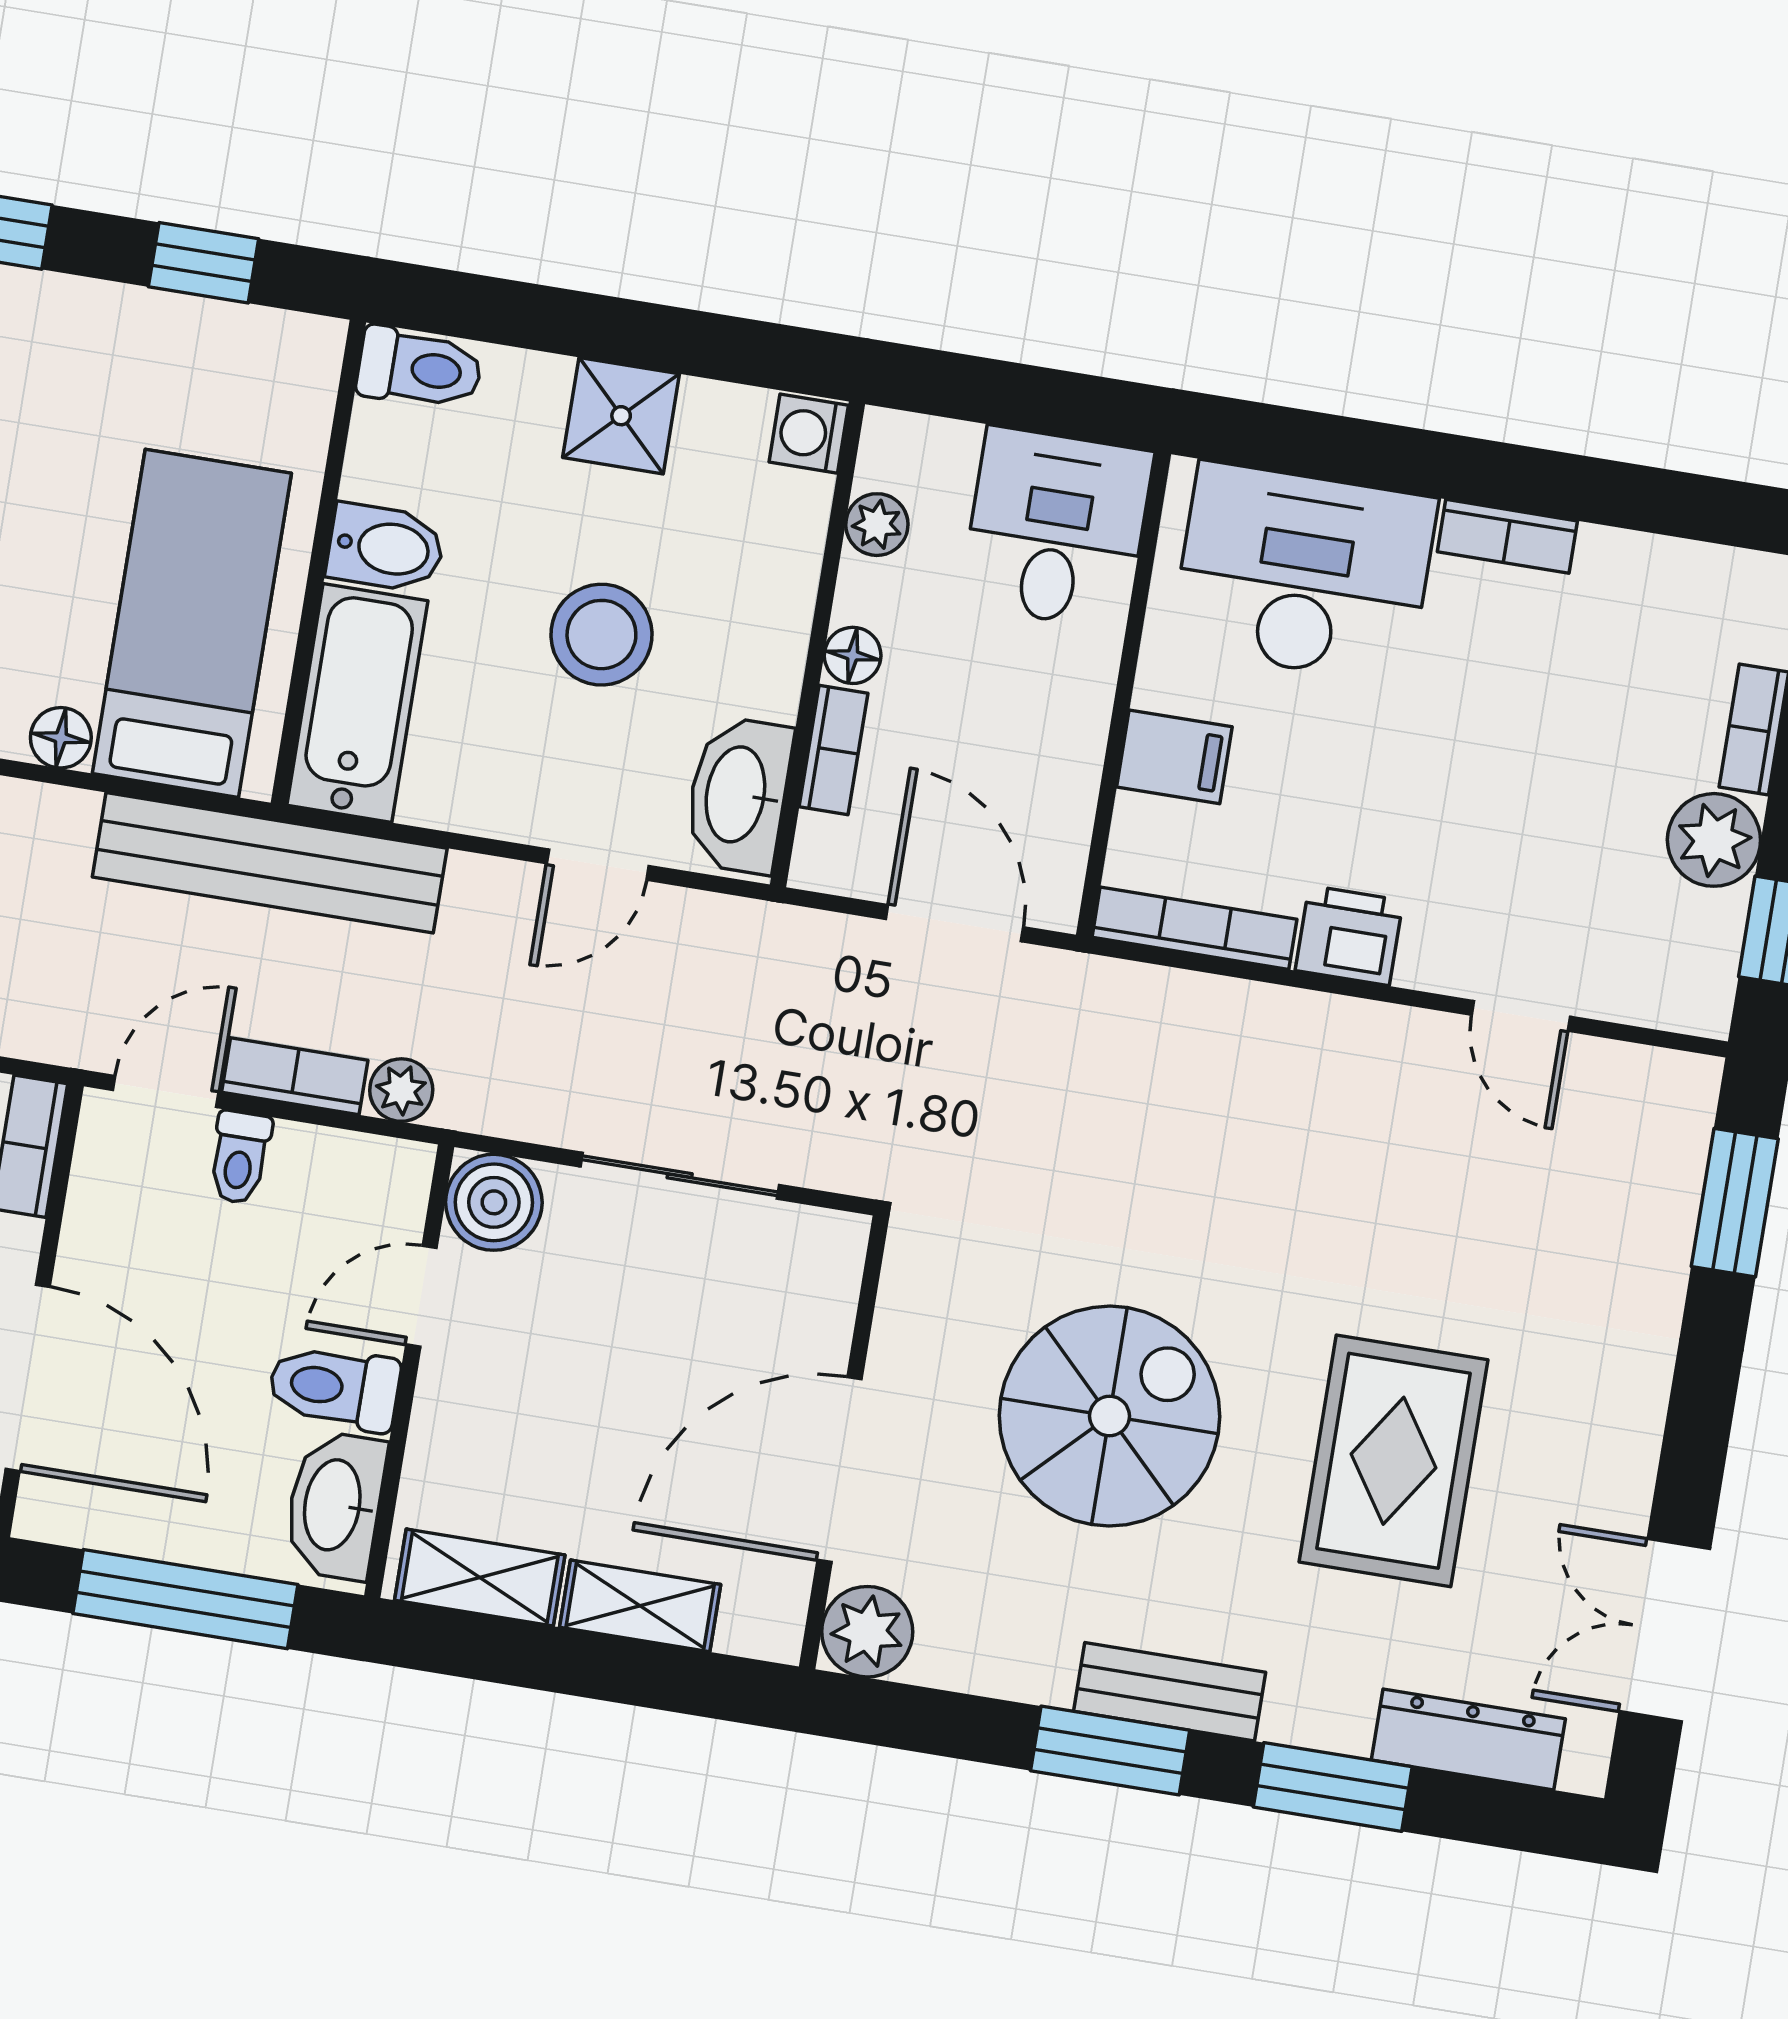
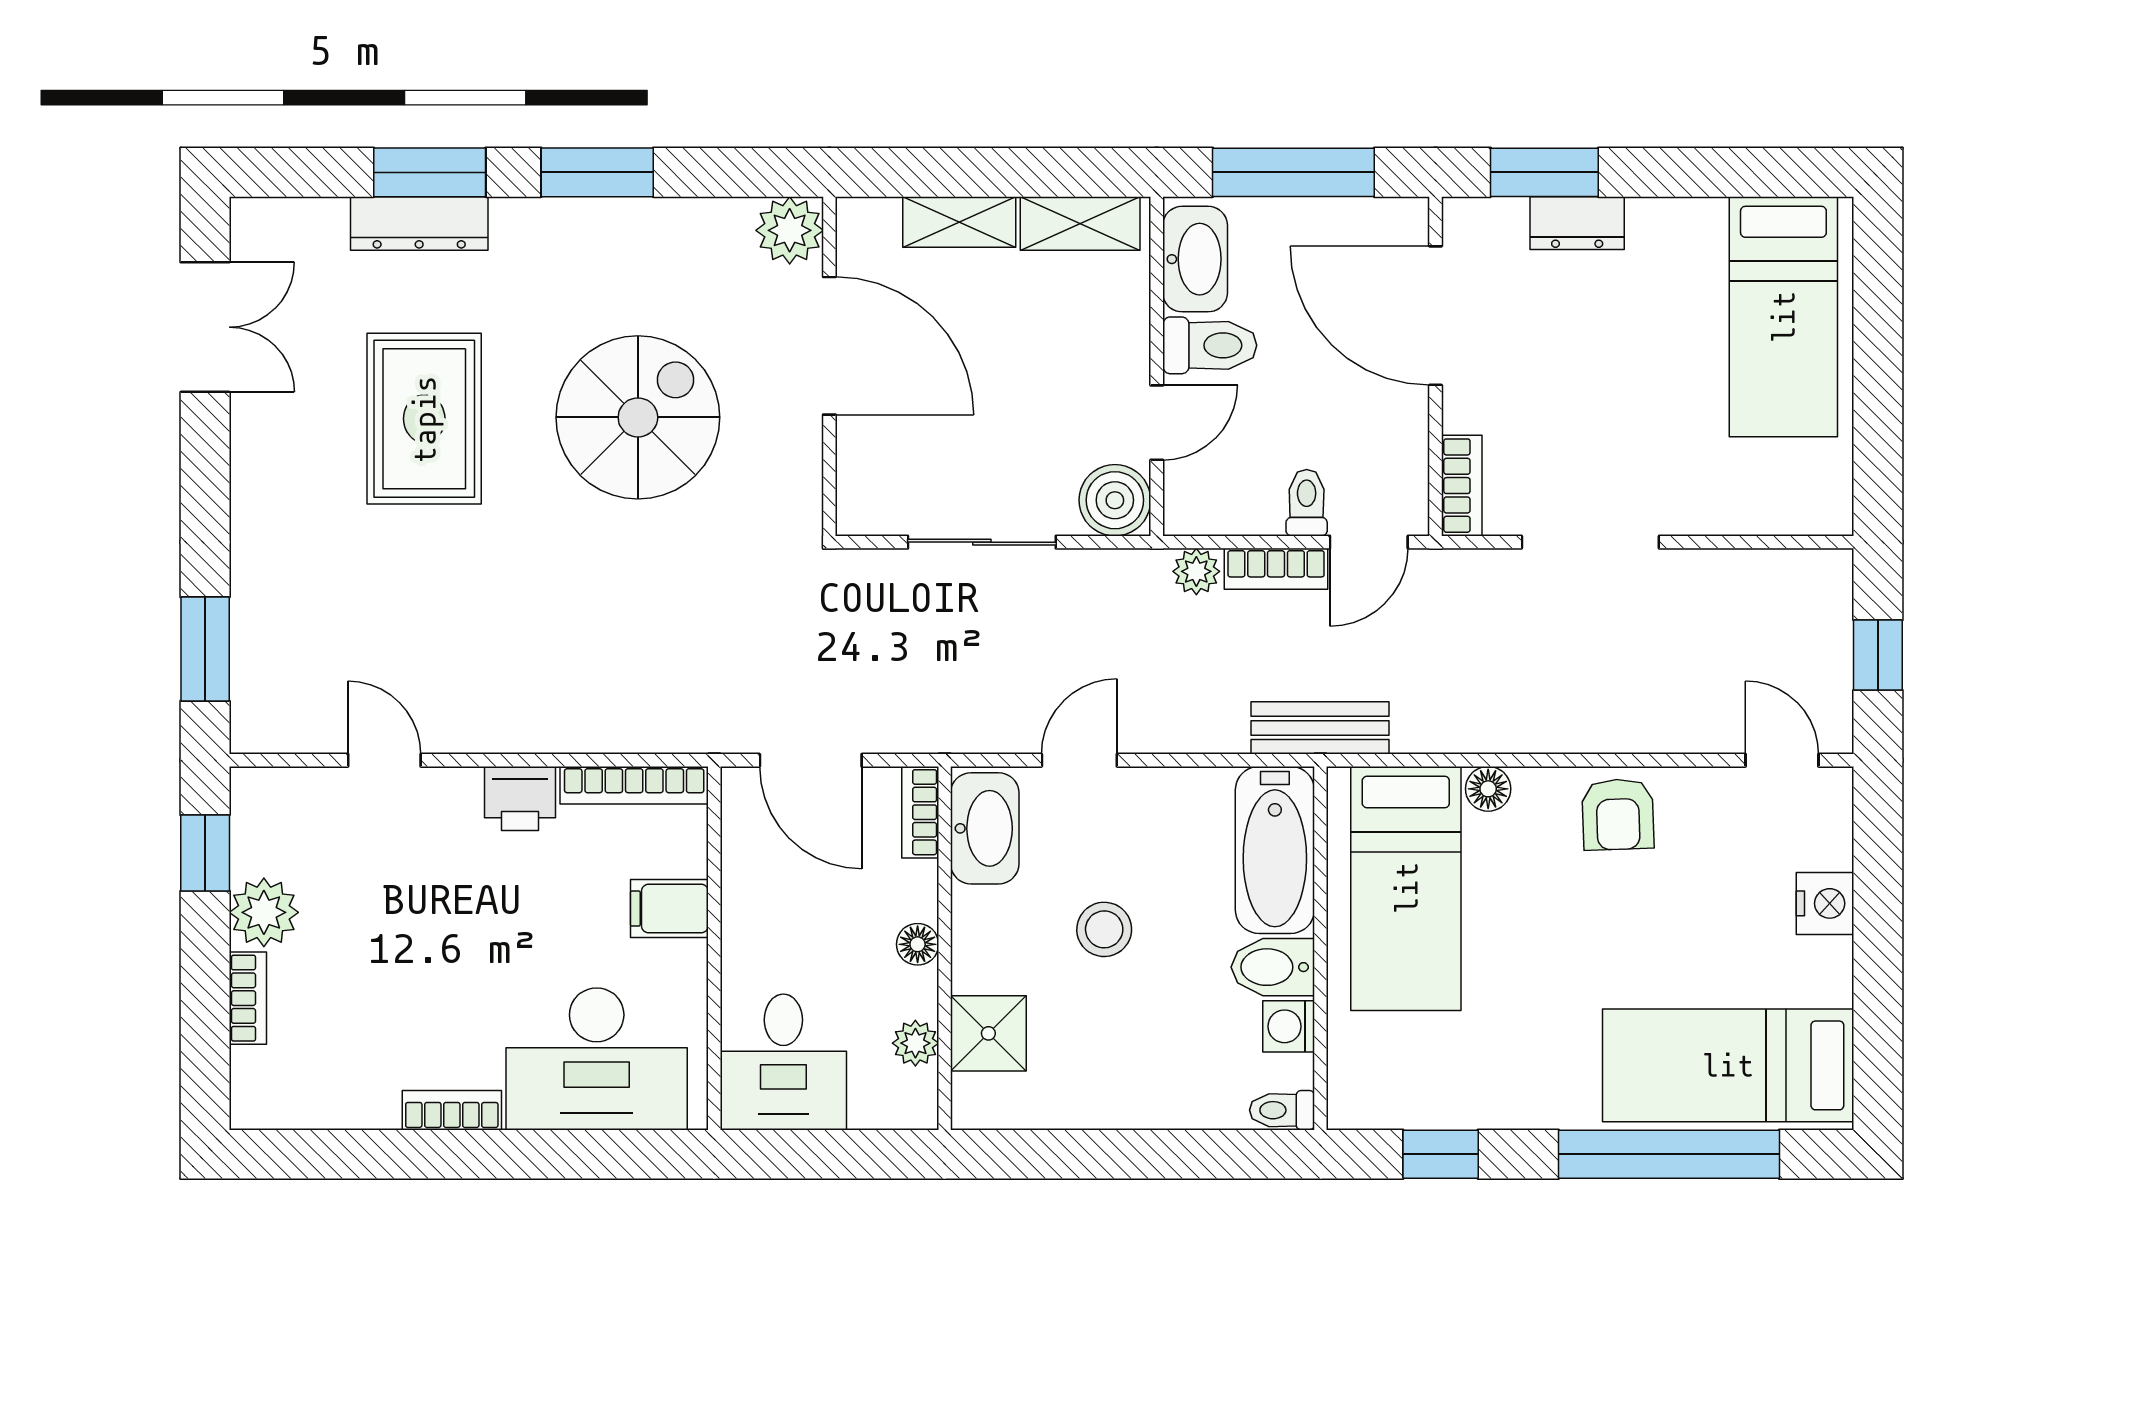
toilet: (420, 368) -> (1282, 1110), width x0.73, depth x0.72
shower: (621, 416) -> (988, 1033), moved
washing machine: (809, 434) -> (1289, 1026), moved, turned 180
stool: (601, 635) -> (1104, 929), width x0.73, depth x0.73
bookcase: (834, 750) -> (920, 812), moved
bench: (270, 863) -> (1320, 728), width x0.54, depth x0.82
spiral stairs: (1109, 1416) -> (638, 417), turned 180
door: (839, 1470) -> (829, 346), hinge flipped
bench: (1170, 1692) -> (561, 223), removed
dresser: (1468, 1739) -> (419, 223), moved

